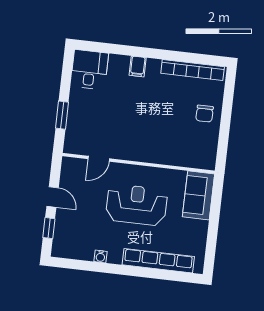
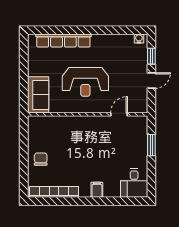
door: (53, 197) -> (151, 81), swing flipped
water cooler: (100, 256) -> (139, 39), moved

